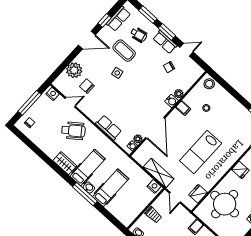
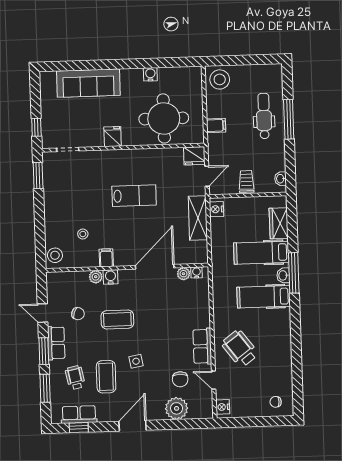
window: (105, 20) -> (79, 428), moved
door: (87, 40) -> (133, 426), hinge flipped
coffee table: (147, 84) -> (117, 319), added
window: (30, 103) -> (255, 422), removed
row of seats: (109, 128) -> (202, 346), moved
lab bench: (201, 152) -> (134, 196), width x0.73, depth x0.72
wardrobe: (65, 163) -> (279, 223), moved
fridge: (198, 194) -> (194, 156), moved

